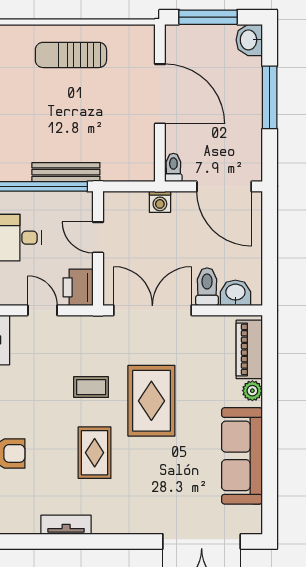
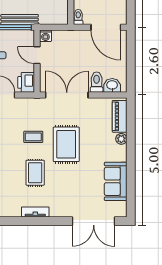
washing machine: (160, 202) -> (45, 36), moved
sofa: (242, 456) -> (116, 181), width x0.73
tv unit: (66, 525) -> (35, 212), moved

